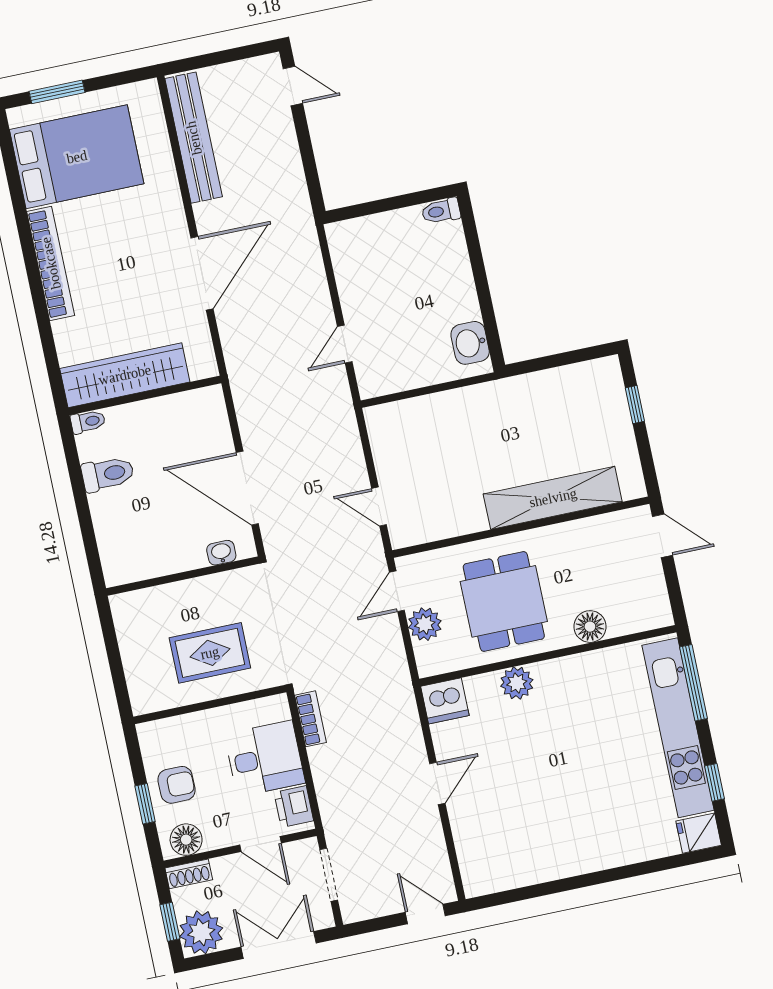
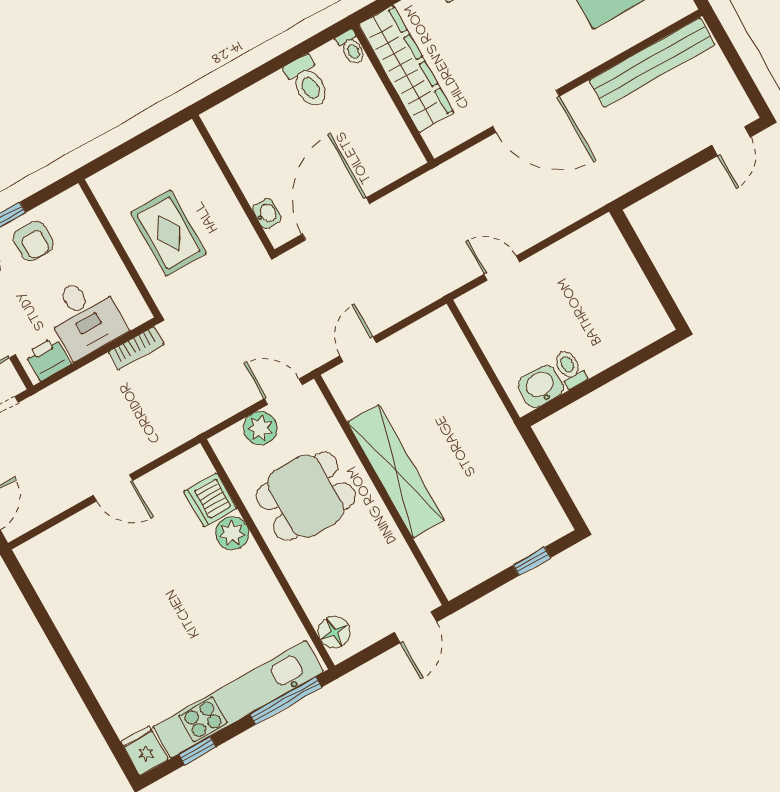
toilet: (441, 211) -> (570, 369), moved
shelving: (553, 498) -> (396, 471), moved
floor lamp: (590, 627) -> (334, 632), moved
dishwasher: (445, 701) -> (210, 500), moved

